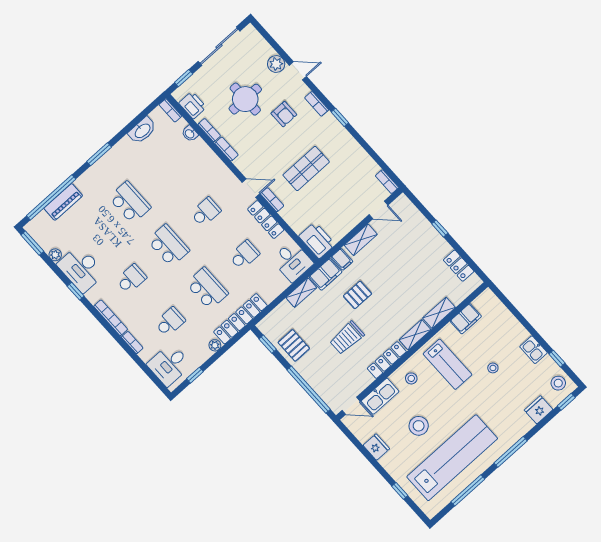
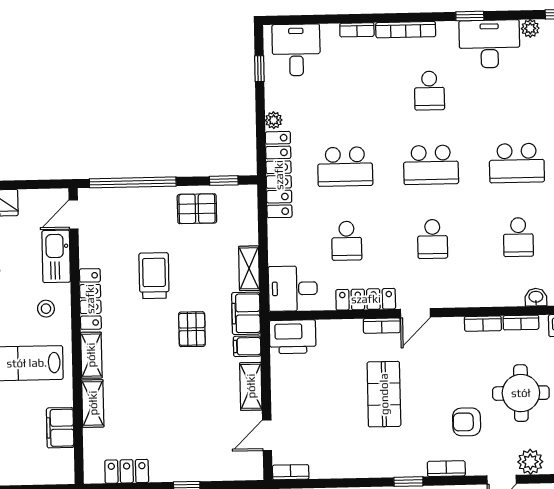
school desk: (170, 322) -> (518, 237), moved

